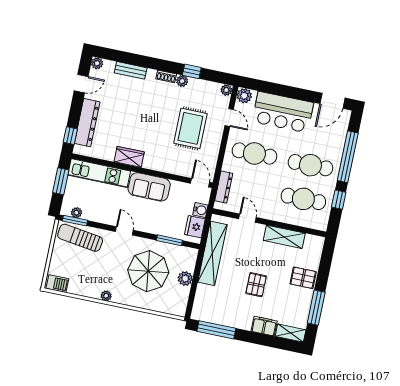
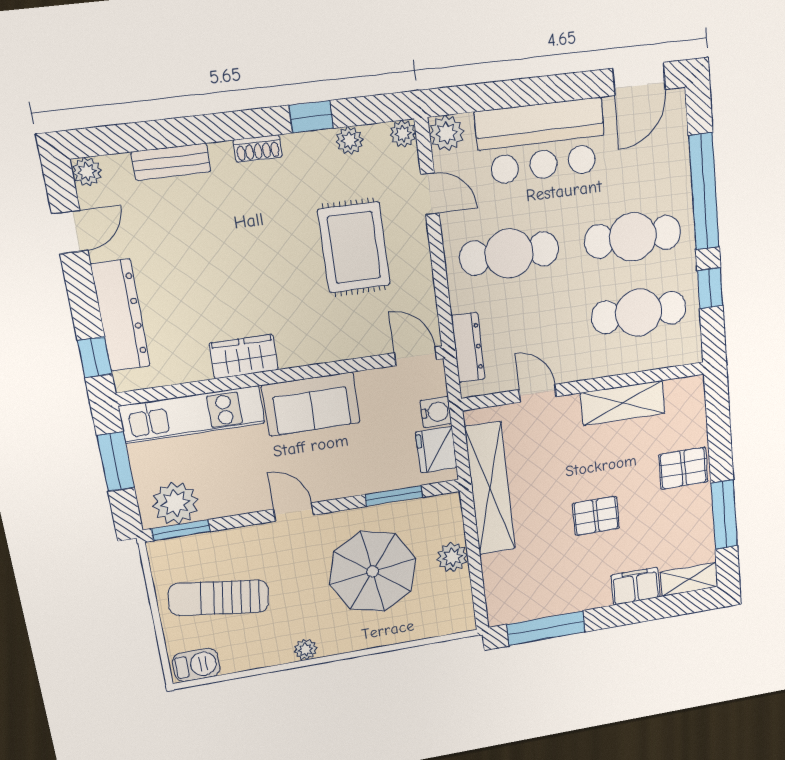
plant: (182, 81) -> (350, 140), moved
plant: (76, 213) -> (175, 503), width x1.88, depth x1.88
sun lounger: (80, 238) -> (219, 598), moved
pallet: (256, 285) -> (596, 516), turned 90

